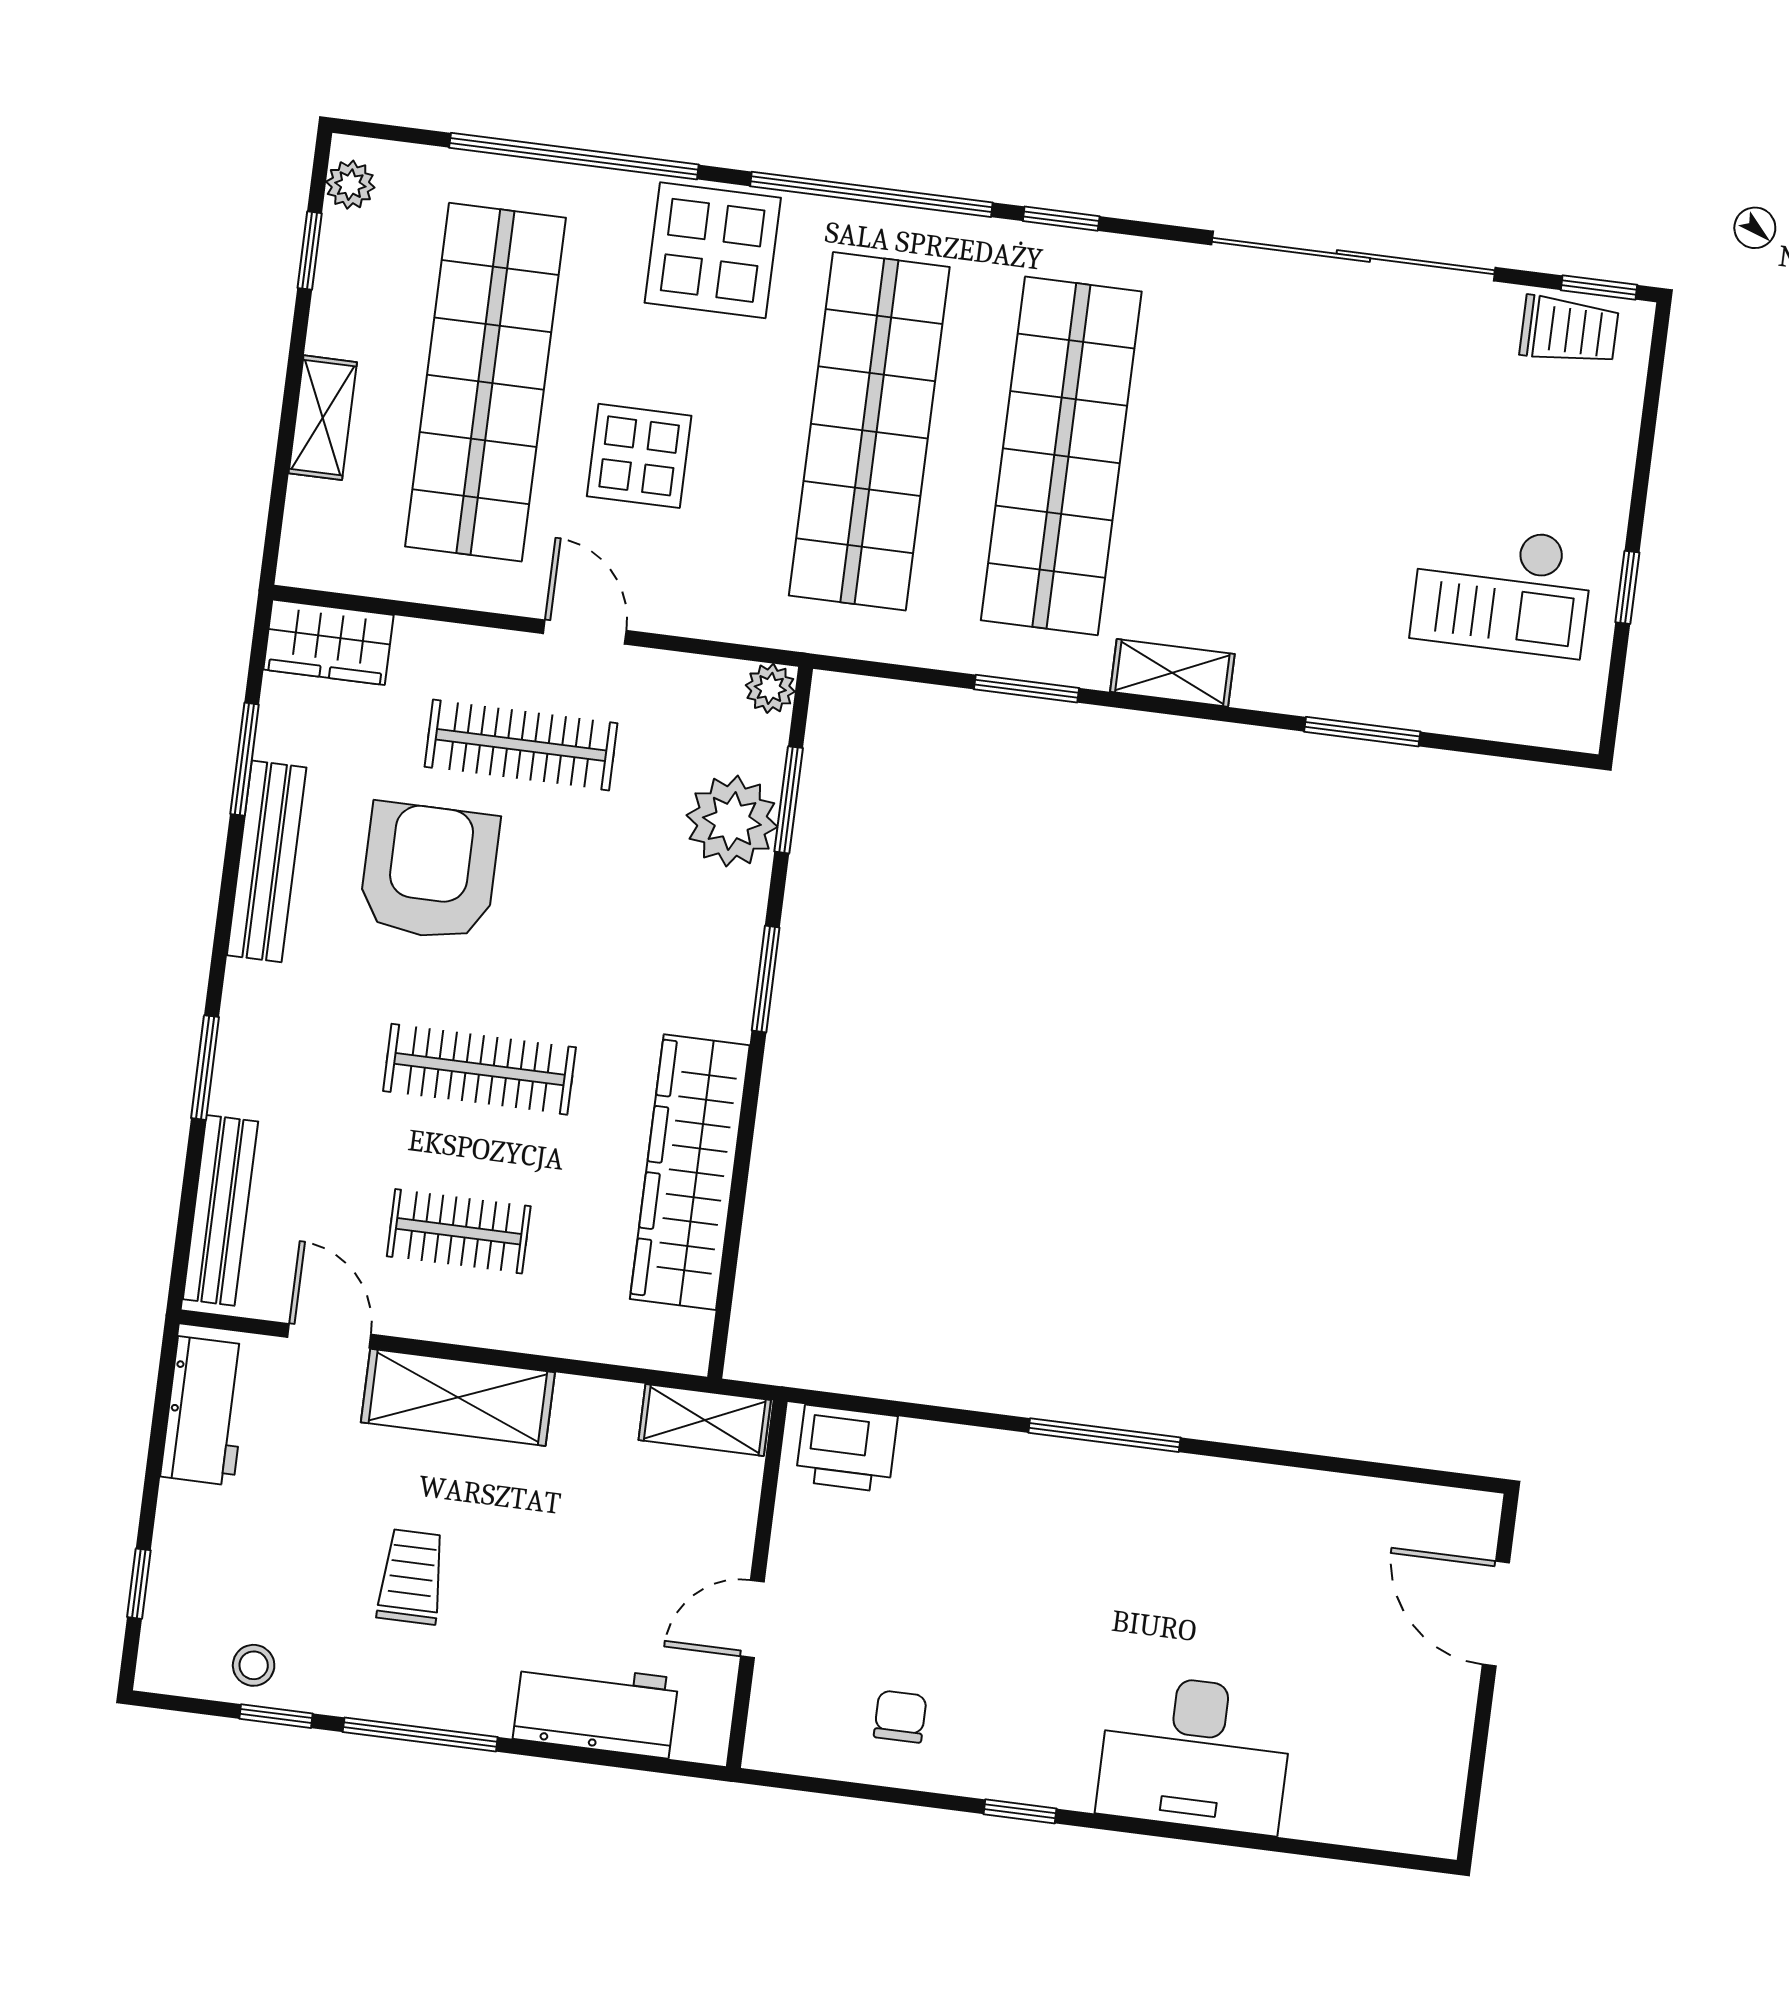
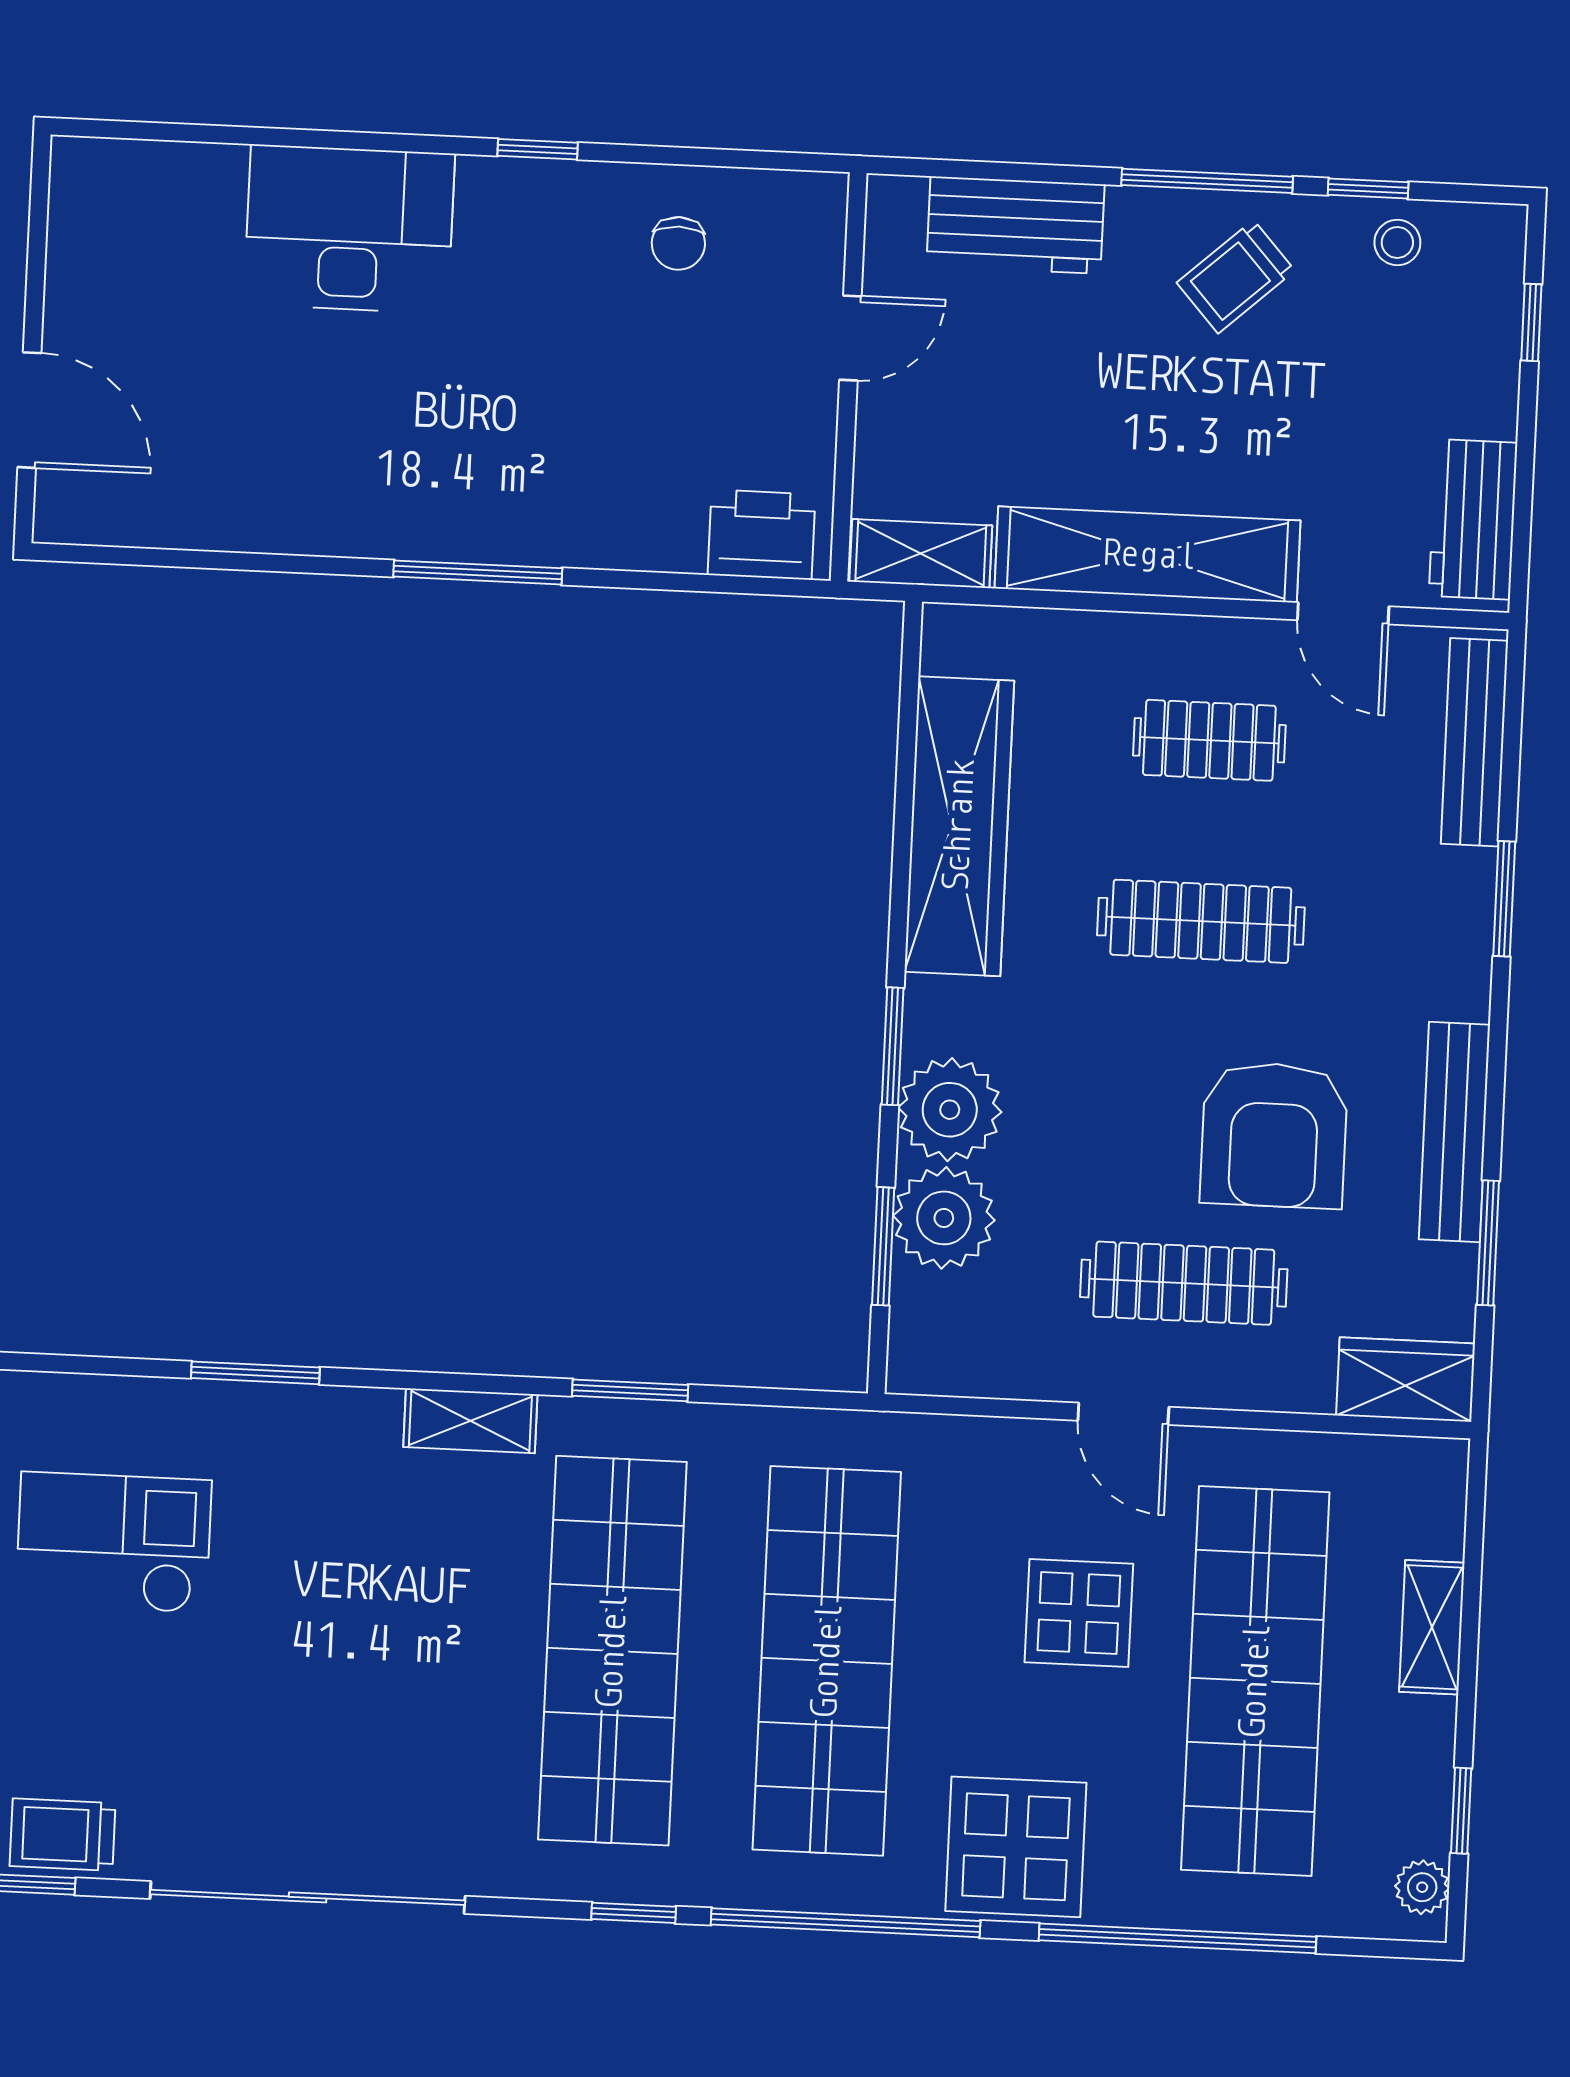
plant: (770, 688) -> (950, 1110), moved, width x1.87, depth x1.87
shelving: (458, 1397) -> (1148, 555), width x1.47
trolley: (411, 1577) -> (1236, 277), moved, turned 48

